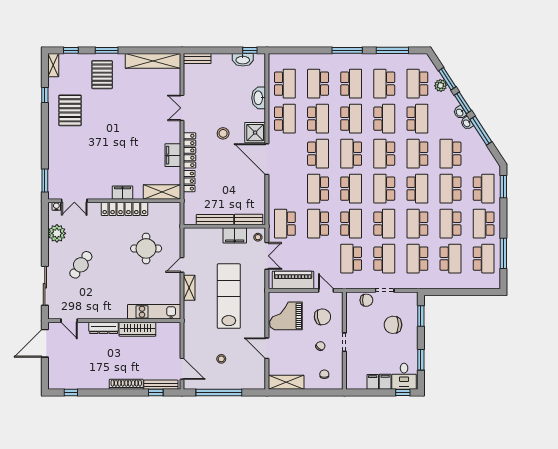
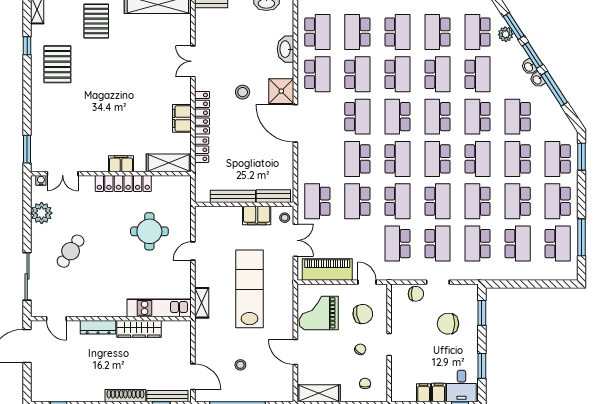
school desk: (484, 189) -> (558, 159), turned 180
shelving: (189, 288) -> (202, 303), moved

